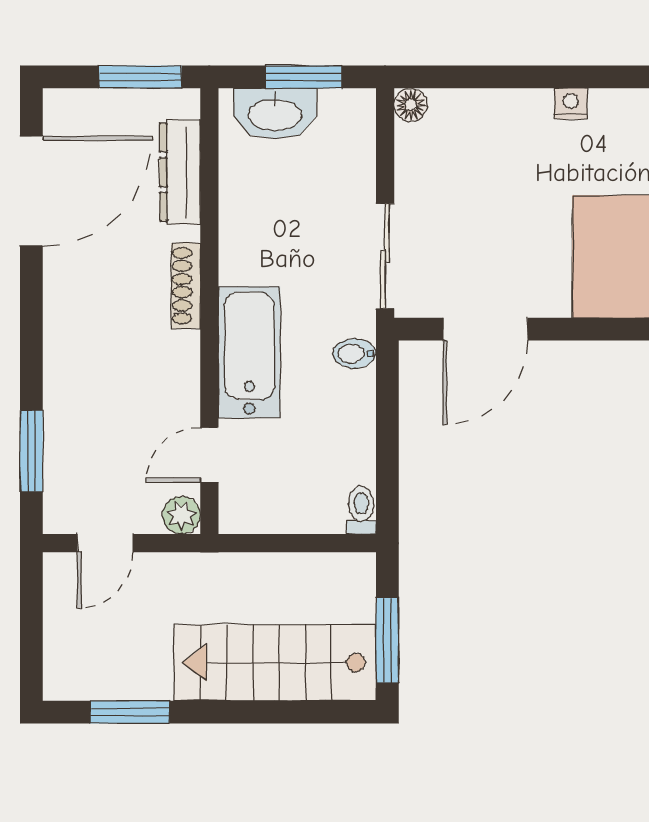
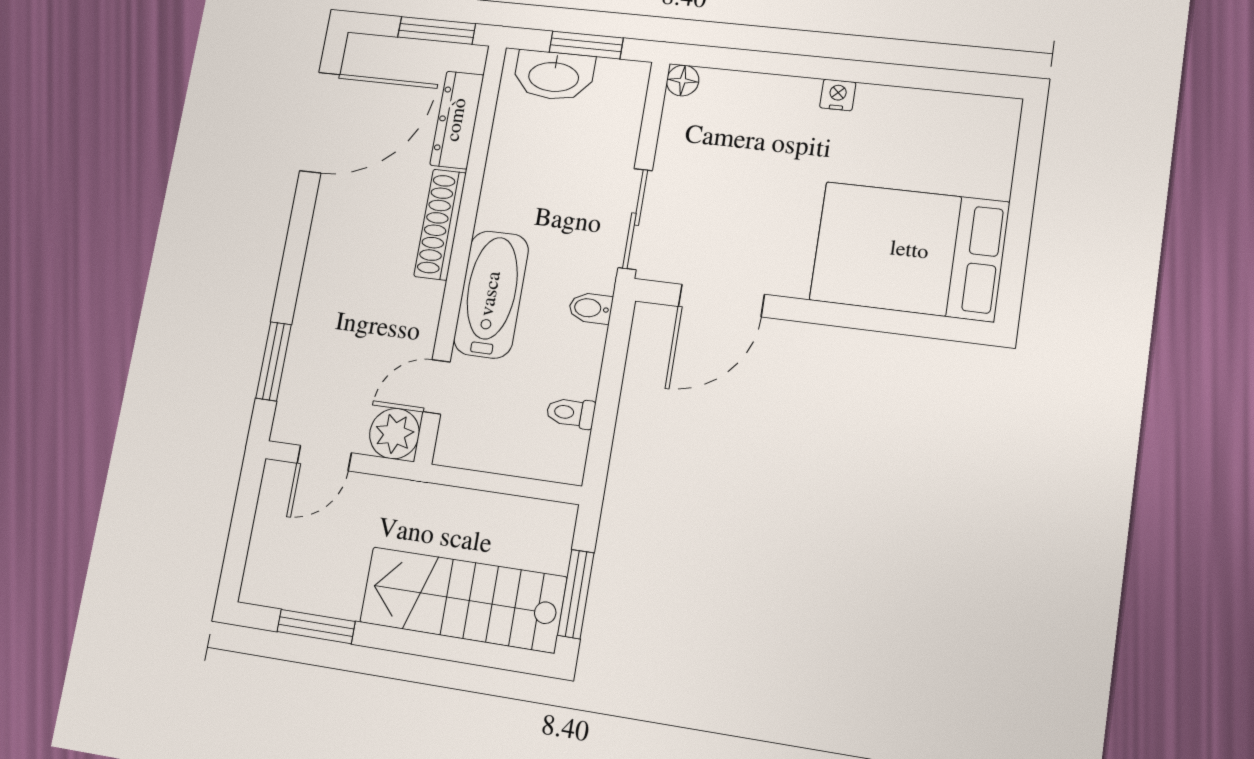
shoe rack: (186, 286) -> (440, 225), width x1.36, depth x1.24
toilet: (361, 510) -> (571, 413), moved, turned -90
plant: (181, 515) -> (394, 434), width x1.38, depth x1.38

